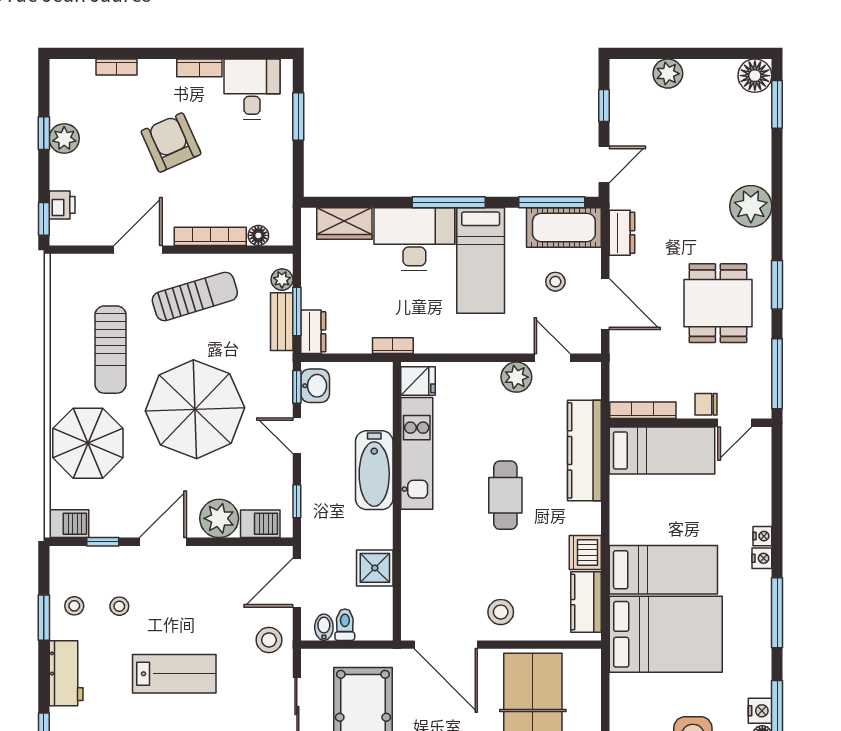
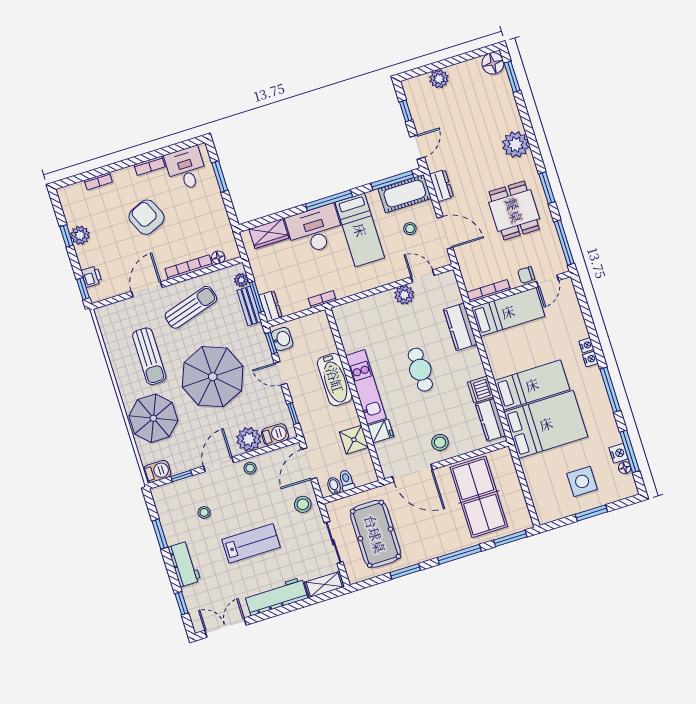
fridge: (418, 381) -> (381, 431), moved
kitchen counter: (584, 450) -> (460, 327), width x0.67
kitchen unit: (417, 453) -> (366, 387), moved
stool: (74, 606) -> (250, 468), moved

